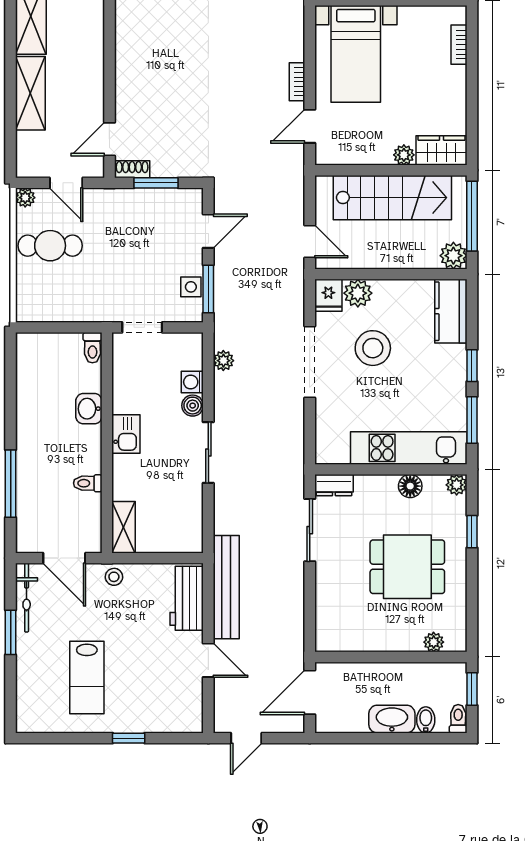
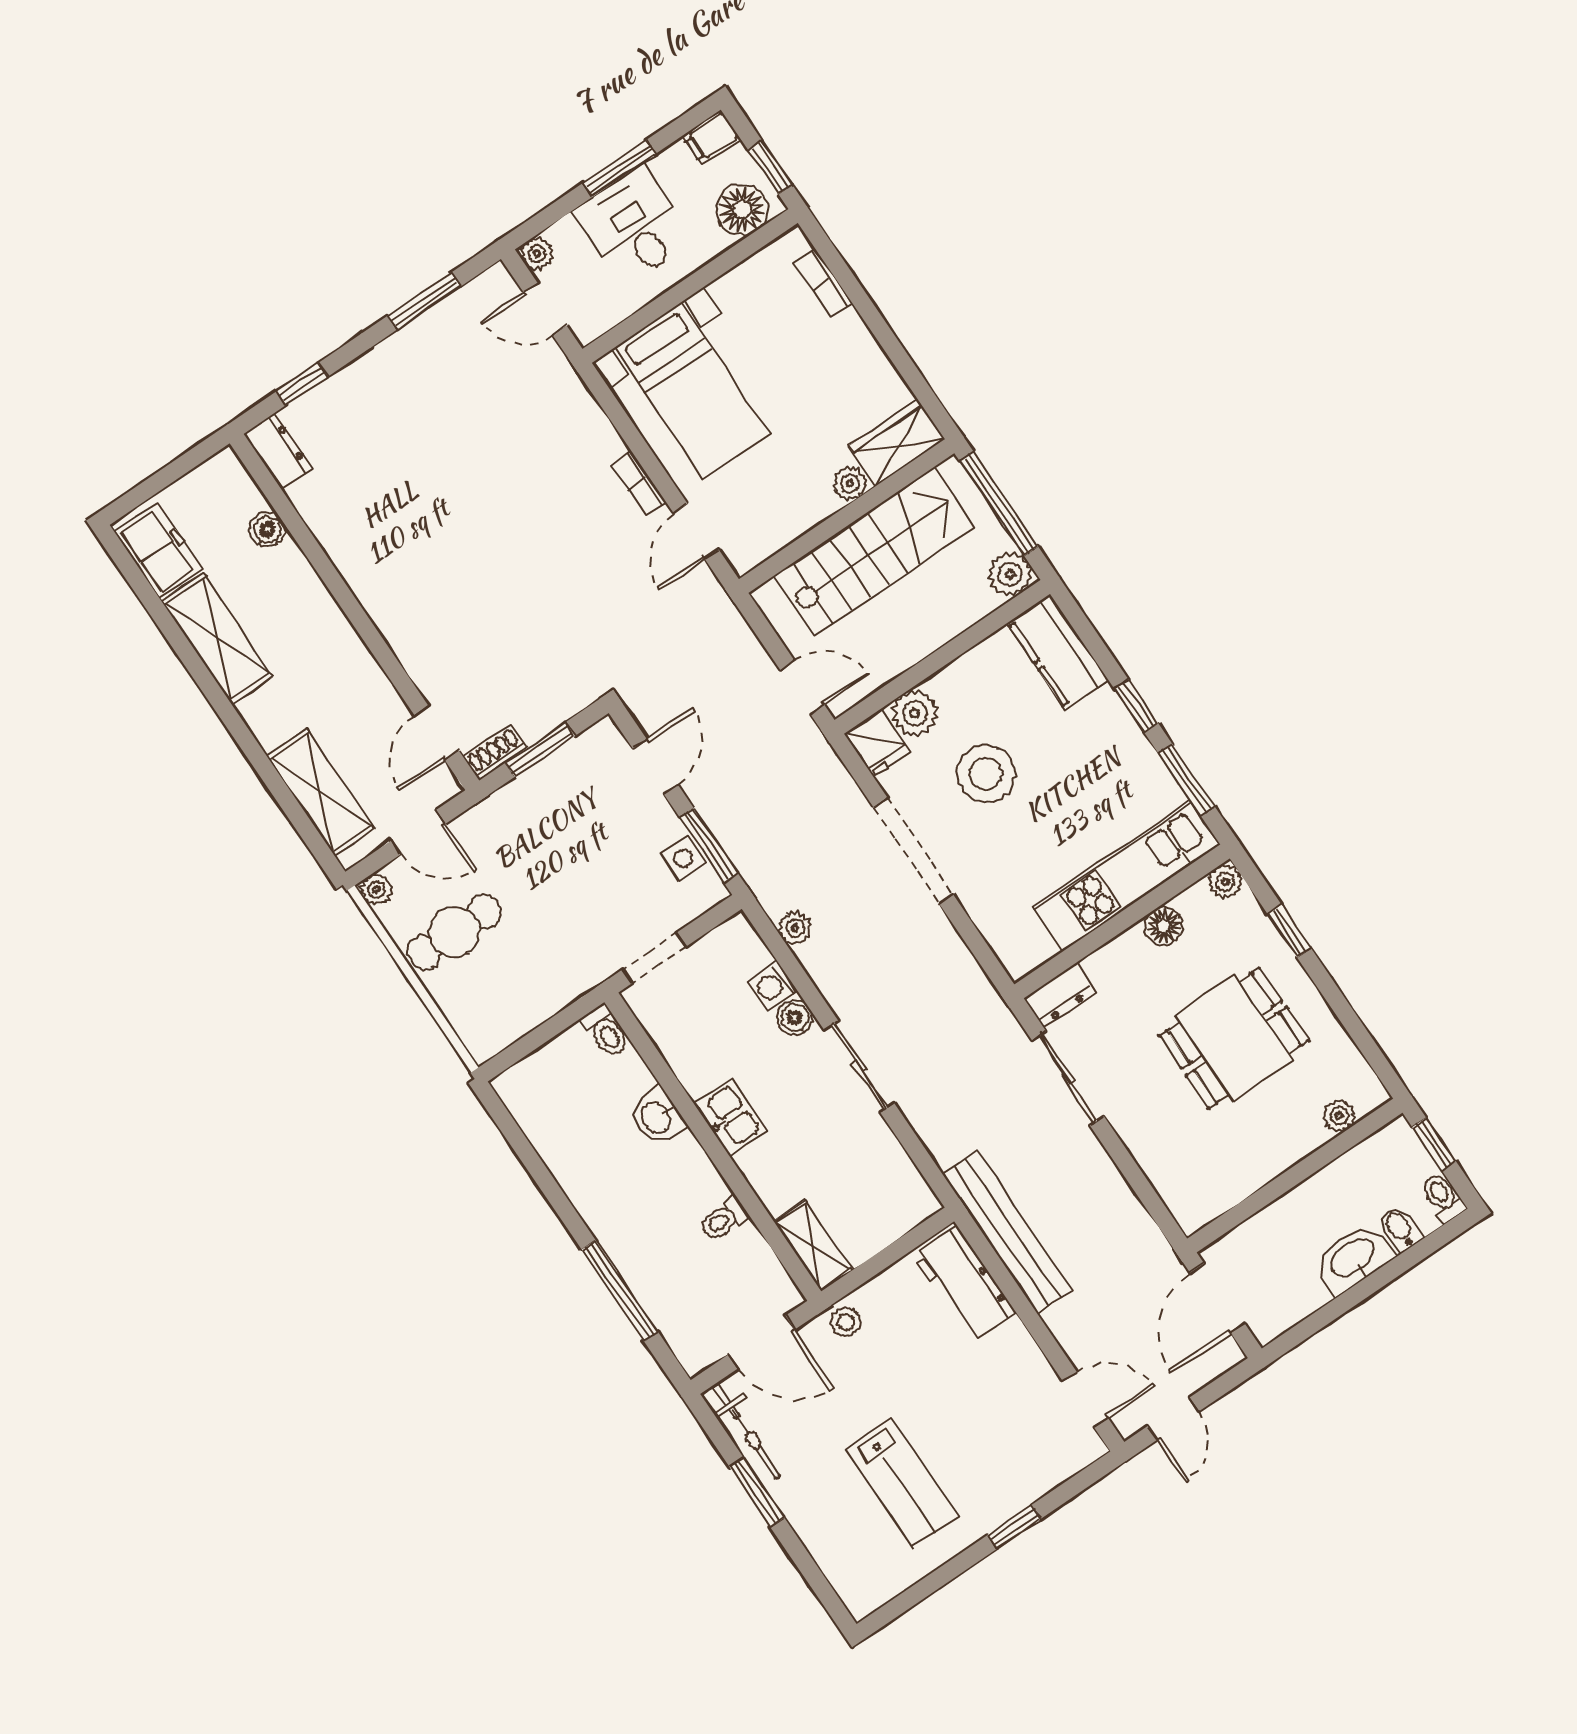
shelving: (30, 93) -> (320, 792), moved
door: (208, 660) -> (1086, 1400), moved

